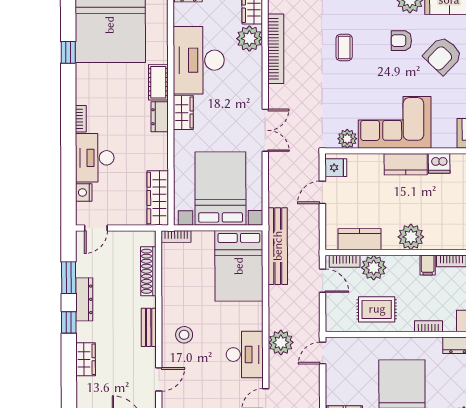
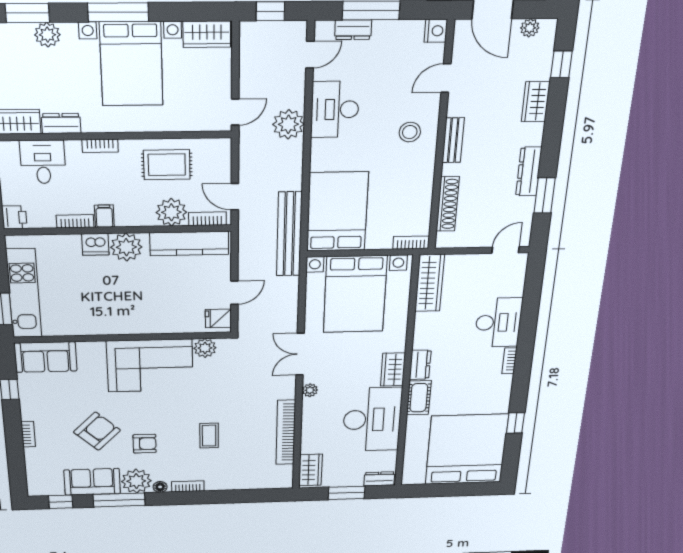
plant: (249, 39) -> (310, 390), moved, width x0.53, depth x0.53
dishwasher: (439, 163) -> (95, 244), moved, turned 180
kitchen counter: (406, 164) -> (135, 324), removed
nightstand: (84, 192) -> (515, 287), removed
kitchen counter: (360, 239) -> (189, 243), width x1.50
window: (69, 322) -> (561, 64), moved

